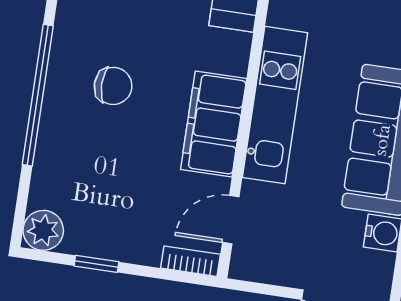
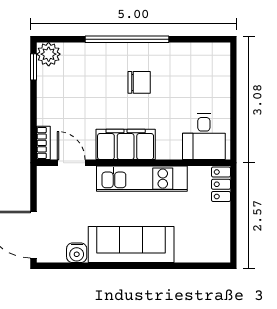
chair: (113, 86) -> (139, 82), turned -90
window: (96, 264) -> (34, 67), moved

